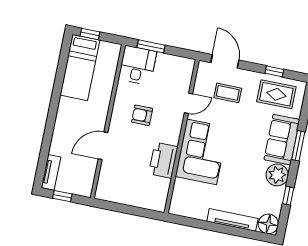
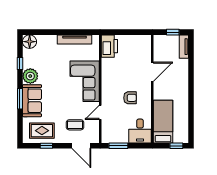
window: (151, 46) -> (118, 146), moved
bed: (80, 68) -> (163, 122), moved
printer: (163, 160) -> (109, 46), moved
tv unit: (232, 220) -> (74, 39), moved

